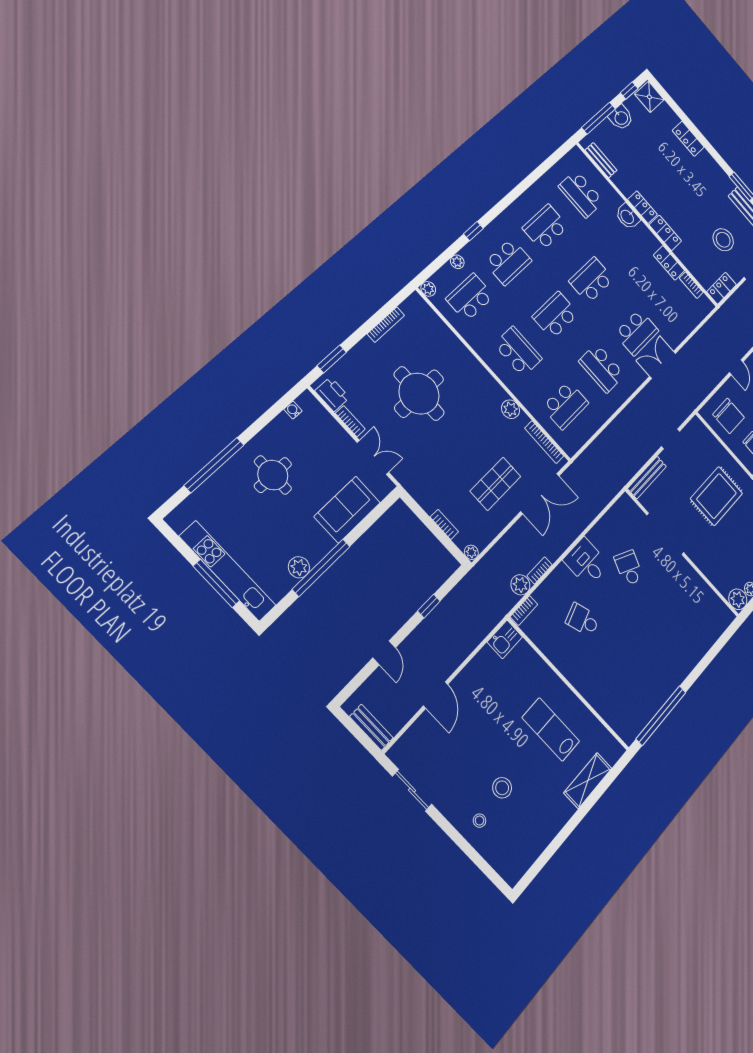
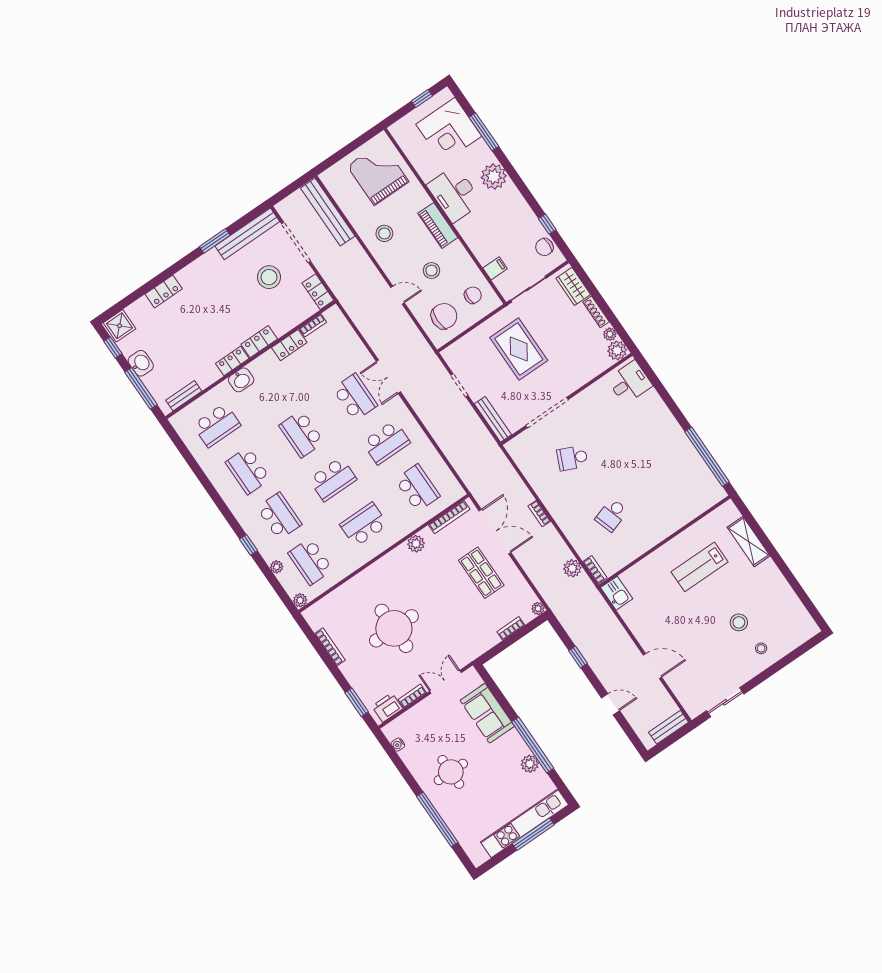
school desk: (555, 315) -> (333, 479), turned -90
desk: (586, 562) -> (630, 382), moved, turned 180
bookcase: (540, 570) -> (539, 513), moved

